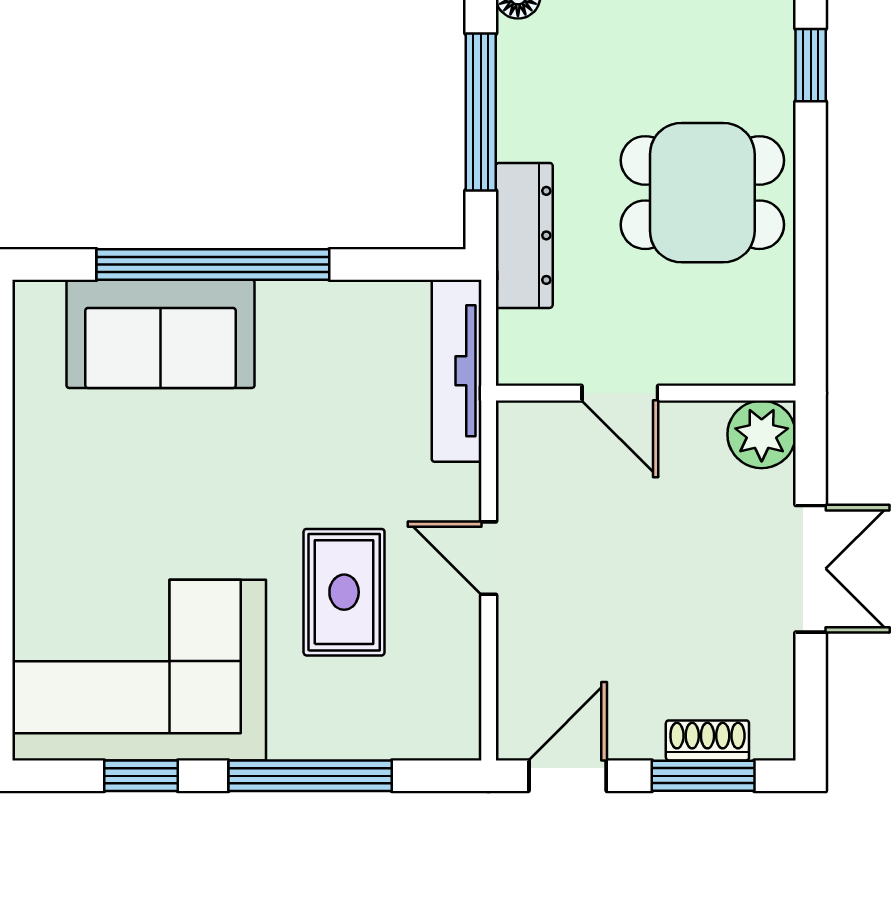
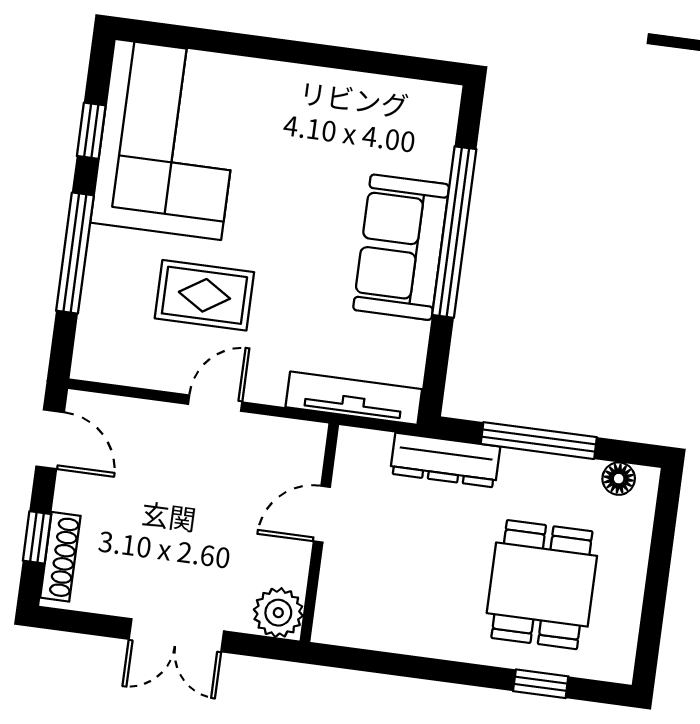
dining table: (702, 193) -> (542, 585), moved
sofa: (160, 334) -> (401, 247), moved
shoe rack: (707, 740) -> (60, 557), width x1.43
window: (703, 776) -> (37, 537), width x0.67

